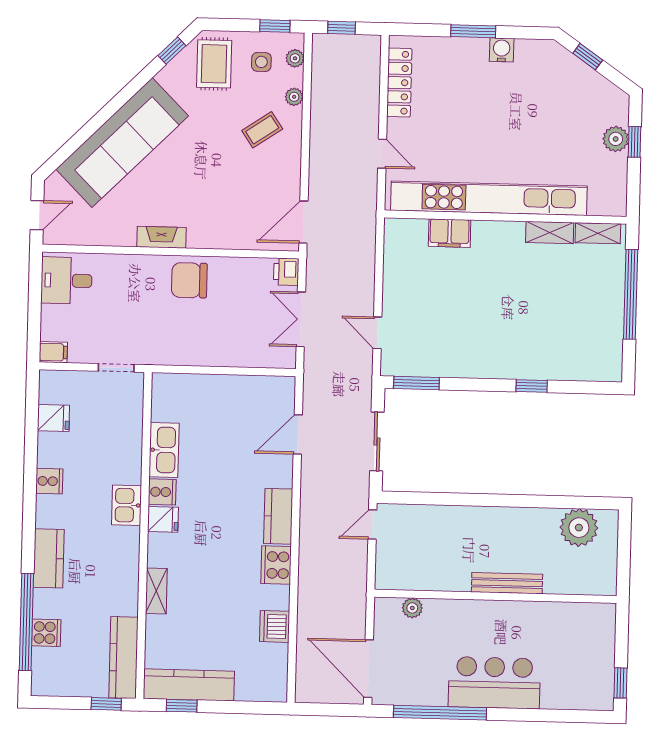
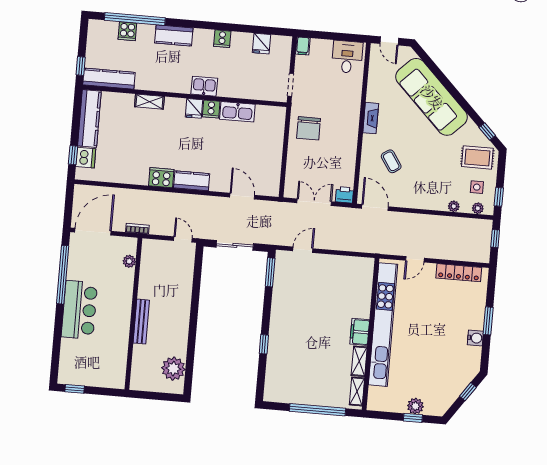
coffee table: (262, 130) -> (391, 161), moved
filing cabinet: (450, 233) -> (360, 332), moved
chair: (189, 280) -> (309, 128), moved, turned 180
bookcase: (360, 598) -> (137, 229), added
dishwasher: (275, 626) -> (86, 158), moved, turned 90
window: (182, 706) -> (73, 155), moved

